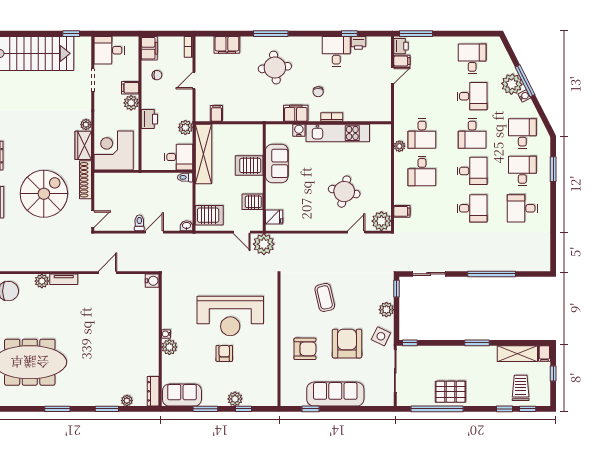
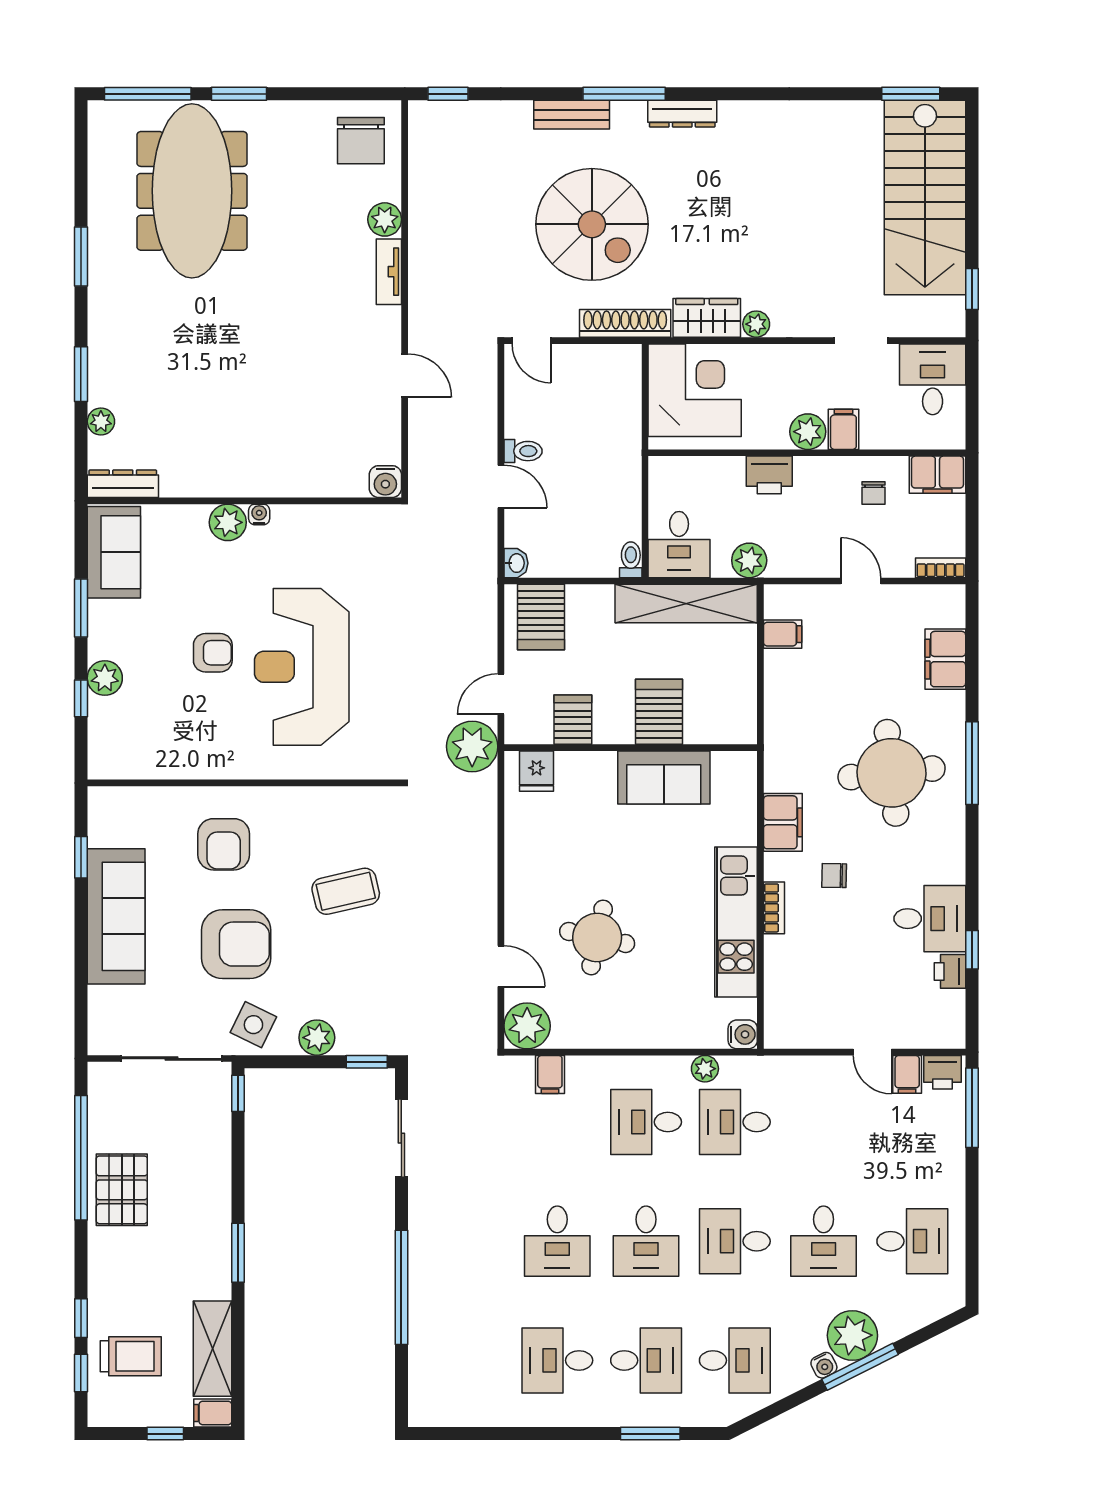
round table: (275, 68) -> (892, 773), width x1.36, depth x1.36
water cooler: (299, 130) -> (743, 1034), moved
desk: (522, 208) -> (557, 1360), turned -90

